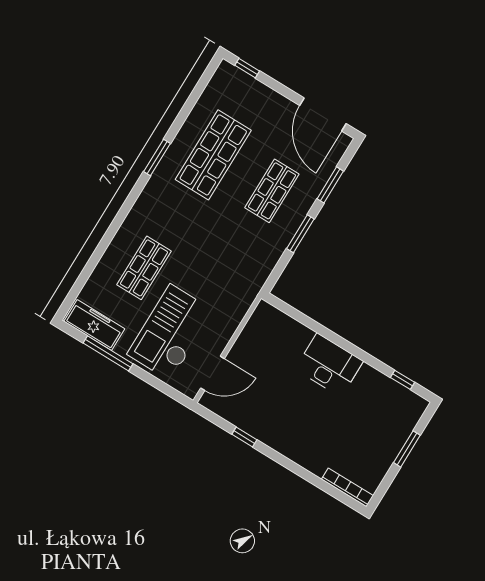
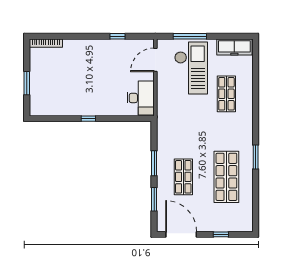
window: (247, 68) -> (221, 234), moved
window: (108, 353) -> (190, 36), moved
desk: (329, 365) -> (141, 98), moved, turned -90
window: (402, 380) -> (88, 119), moved

